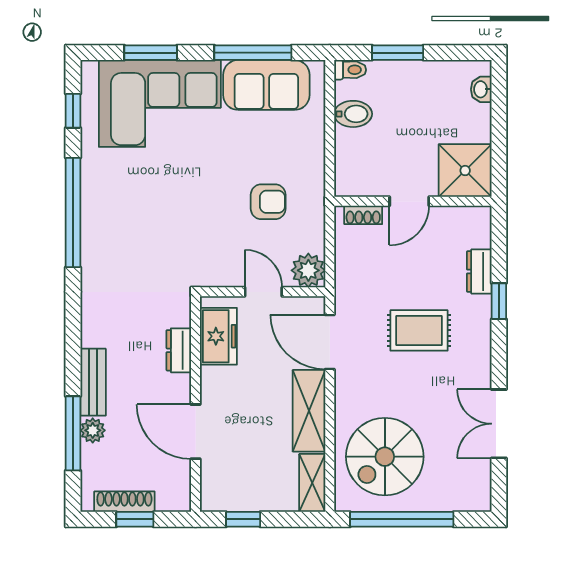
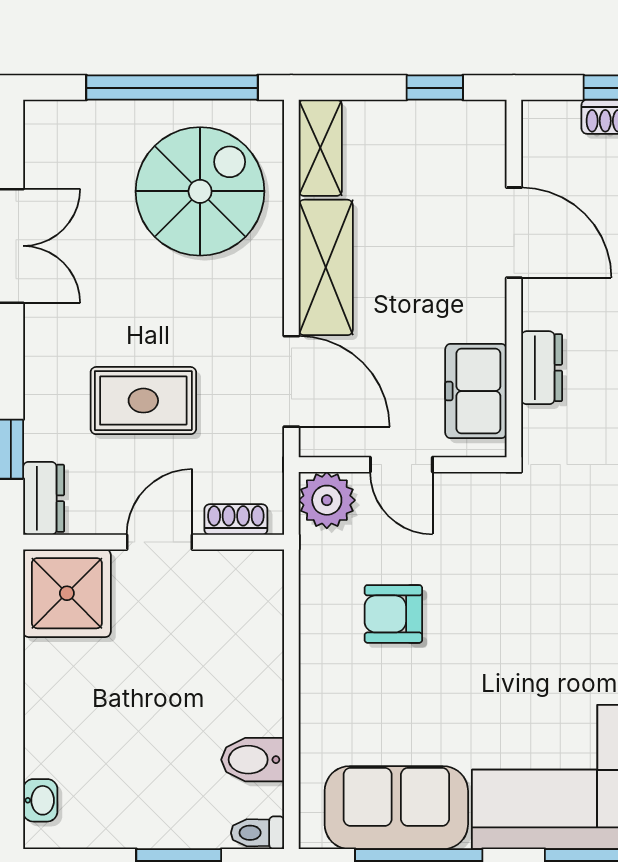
shower: (465, 171) -> (67, 593), moved
door: (409, 201) -> (160, 542), moved
wall: (413, 201) -> (154, 542), moved
shoe rack: (363, 215) -> (236, 520), moved

